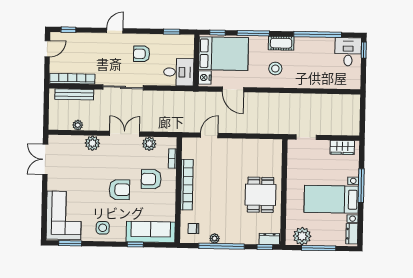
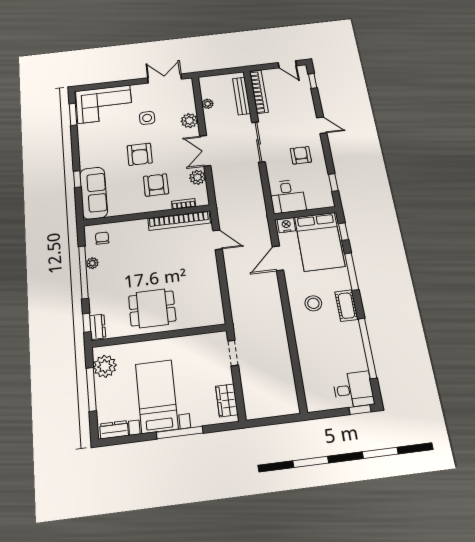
double door: (125, 134) -> (205, 151), swing flipped
bookcase: (187, 185) -> (179, 221), moved
side table: (103, 228) -> (147, 118), moved

